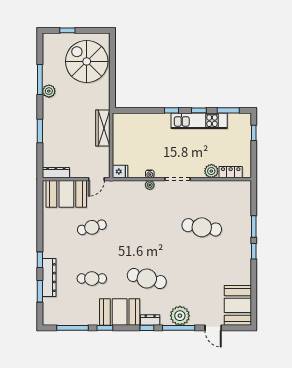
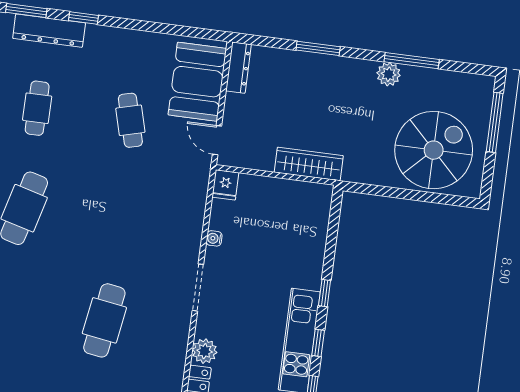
window: (67, 30) -> (495, 122), width x2.17
plant: (150, 185) -> (194, 236), removed

